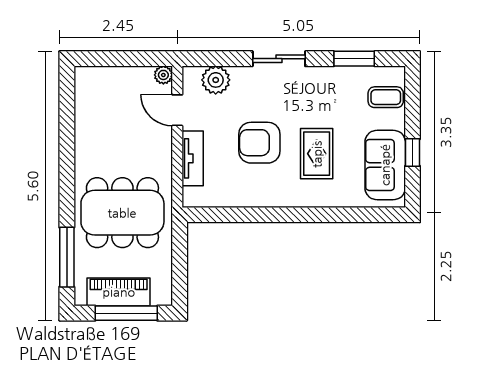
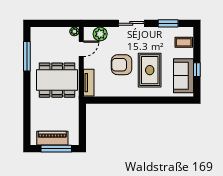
door: (177, 110) -> (81, 49), swing flipped
rug: (317, 154) -> (150, 70), width x1.36, depth x1.43
tv unit: (193, 158) -> (89, 83), moved
dining table: (122, 213) -> (57, 80), moved
window: (67, 257) -> (27, 56), moved

